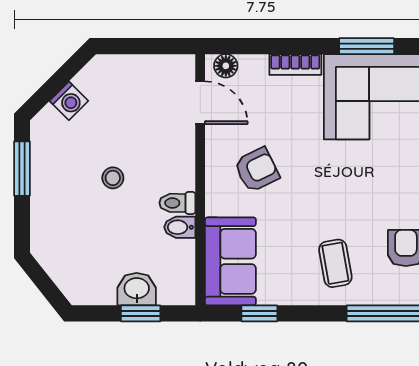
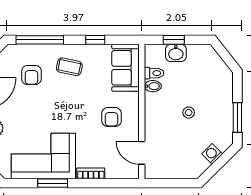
floor lamp: (226, 66) -> (128, 173), removed
armchair: (257, 170) -> (112, 117), turned -64
toilet: (177, 203) -> (154, 73), moved
coffee table: (335, 263) -> (69, 67), turned -68
window: (259, 313) -> (95, 40), moved

